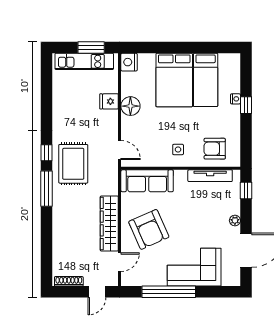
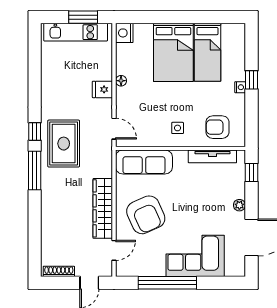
nightstand: (235, 99) -> (240, 87), moved
fridge: (109, 101) -> (102, 89), moved
floor lamp: (130, 106) -> (121, 81), width x0.53, depth x0.53

